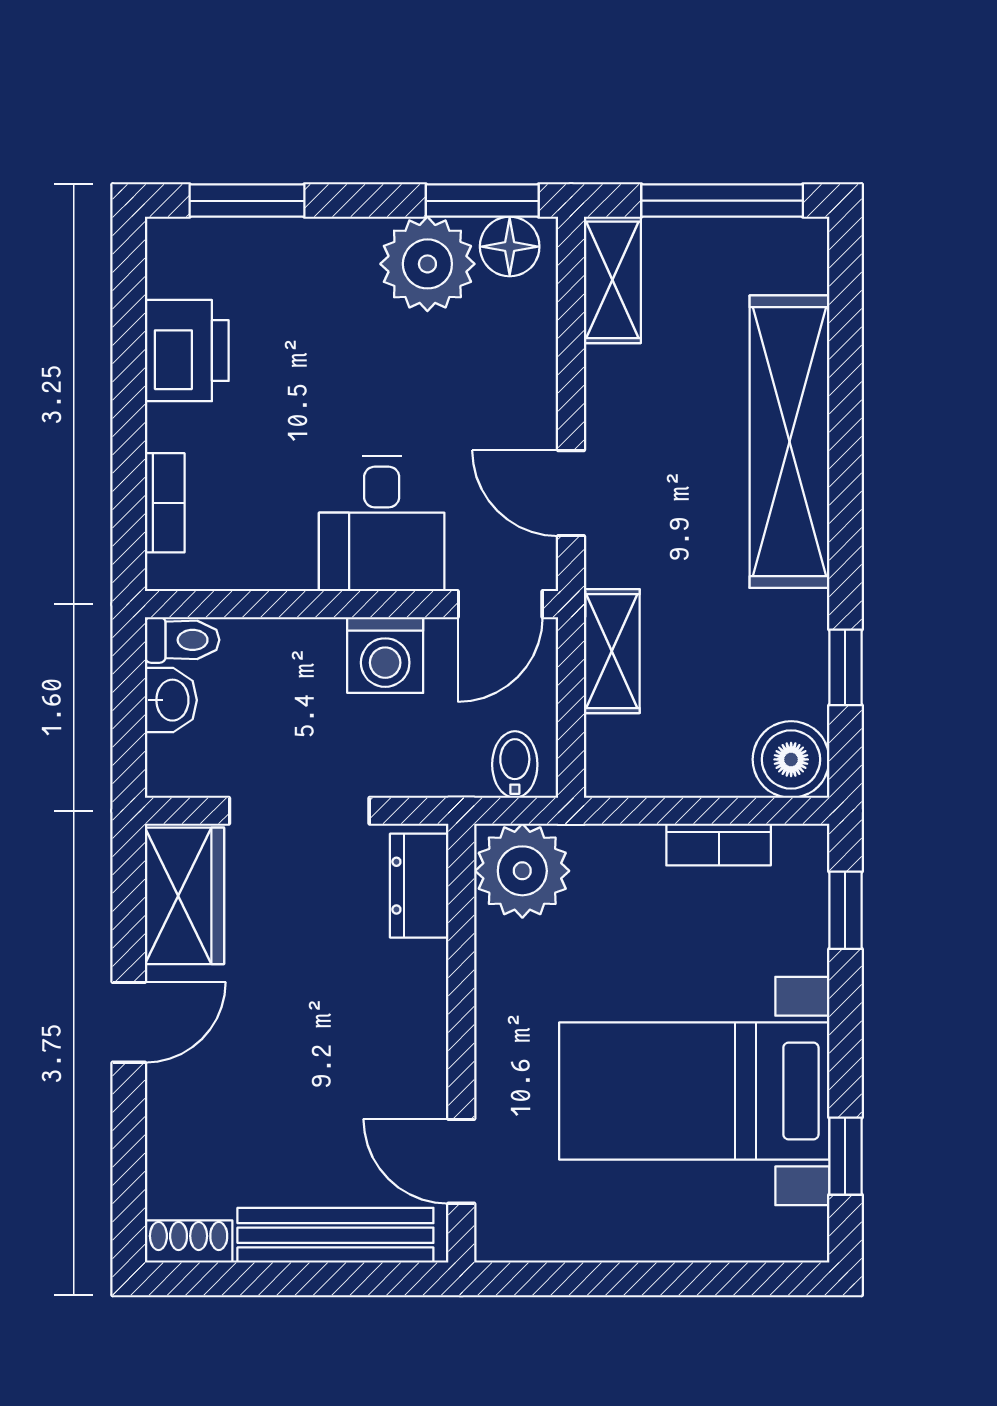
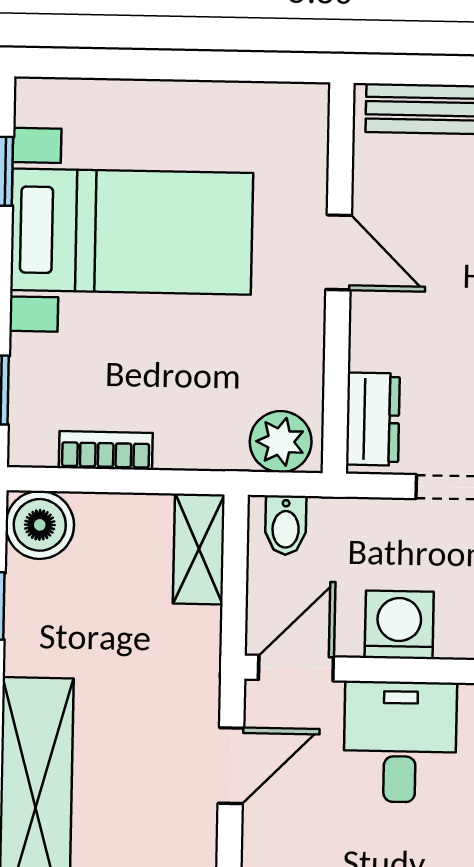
door: (571, 493) -> (231, 766), hinge flipped
shelving: (612, 651) -> (199, 549), moved
plant: (522, 871) -> (281, 442), width x0.73, depth x0.73
door: (461, 1161) -> (339, 252), moved

